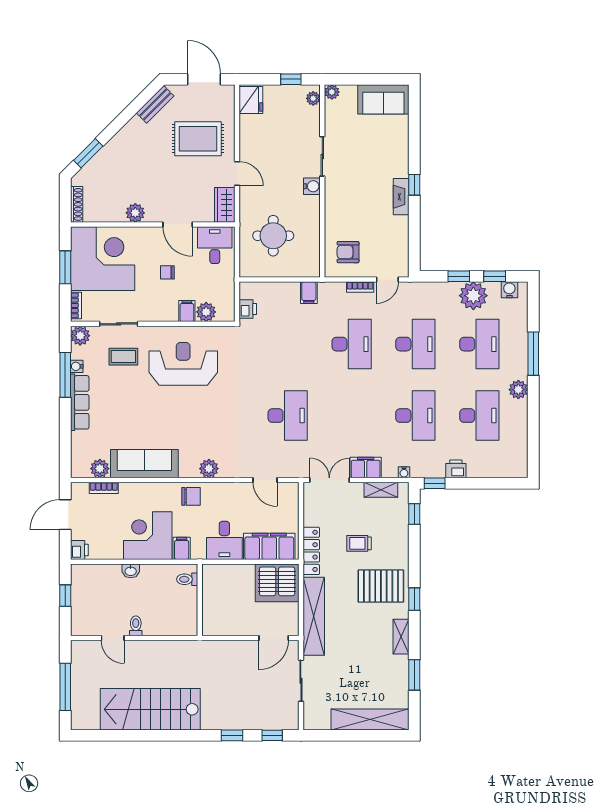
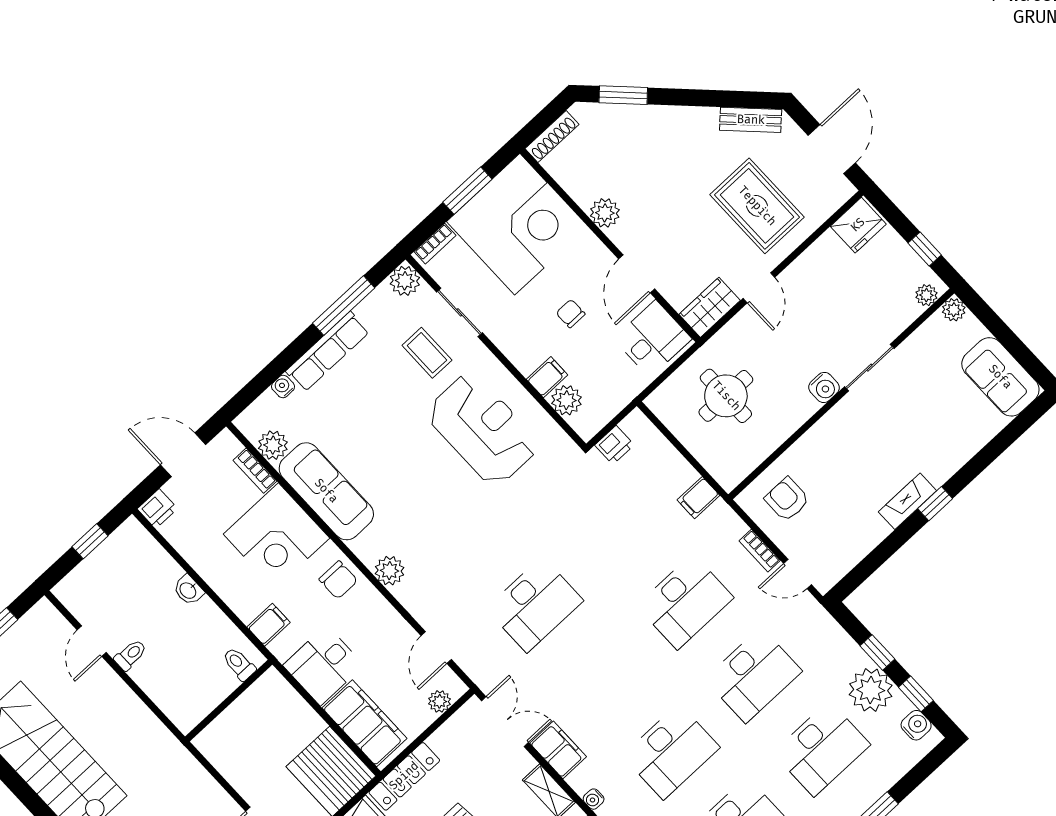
water cooler: (77, 366) -> (283, 387), moved
plant: (292, 502) -> (440, 701), added
corner desk: (148, 536) -> (276, 536), moved, turned 180

